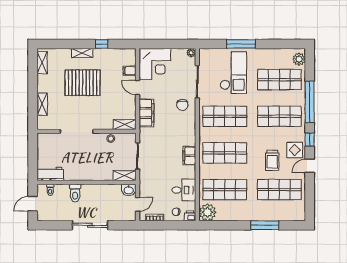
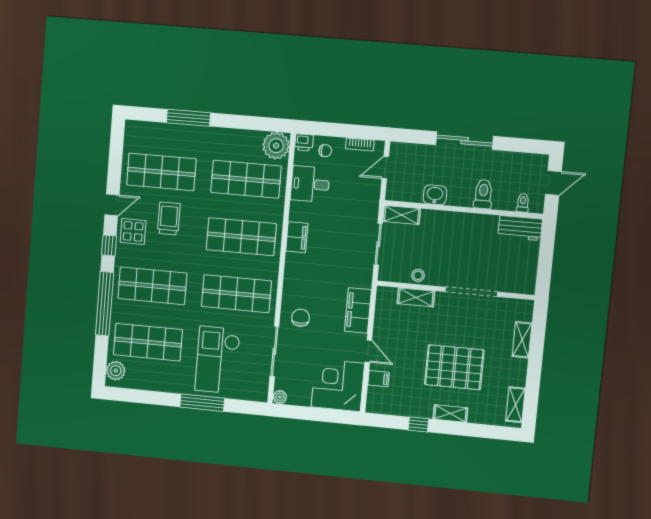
shelving: (125, 125) -> (416, 297), moved
washbasin: (129, 190) -> (435, 195), moved

